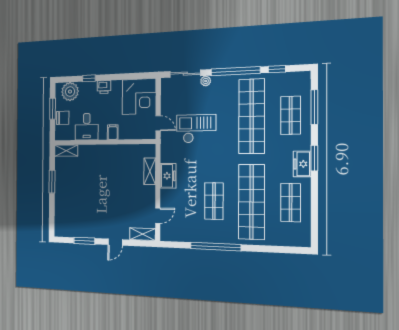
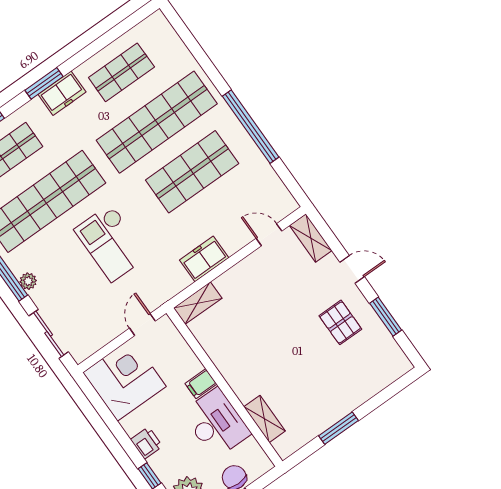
plant: (206, 81) -> (28, 281), moved
desk: (87, 127) -> (216, 423), width x1.37
checkout: (196, 129) -> (111, 243), moved
shelving: (66, 151) -> (264, 419), moved
shelving: (150, 171) -> (198, 303), moved
shop shelf: (214, 201) -> (192, 172), width x1.43, depth x1.36
pallet: (96, 218) -> (340, 322), added

